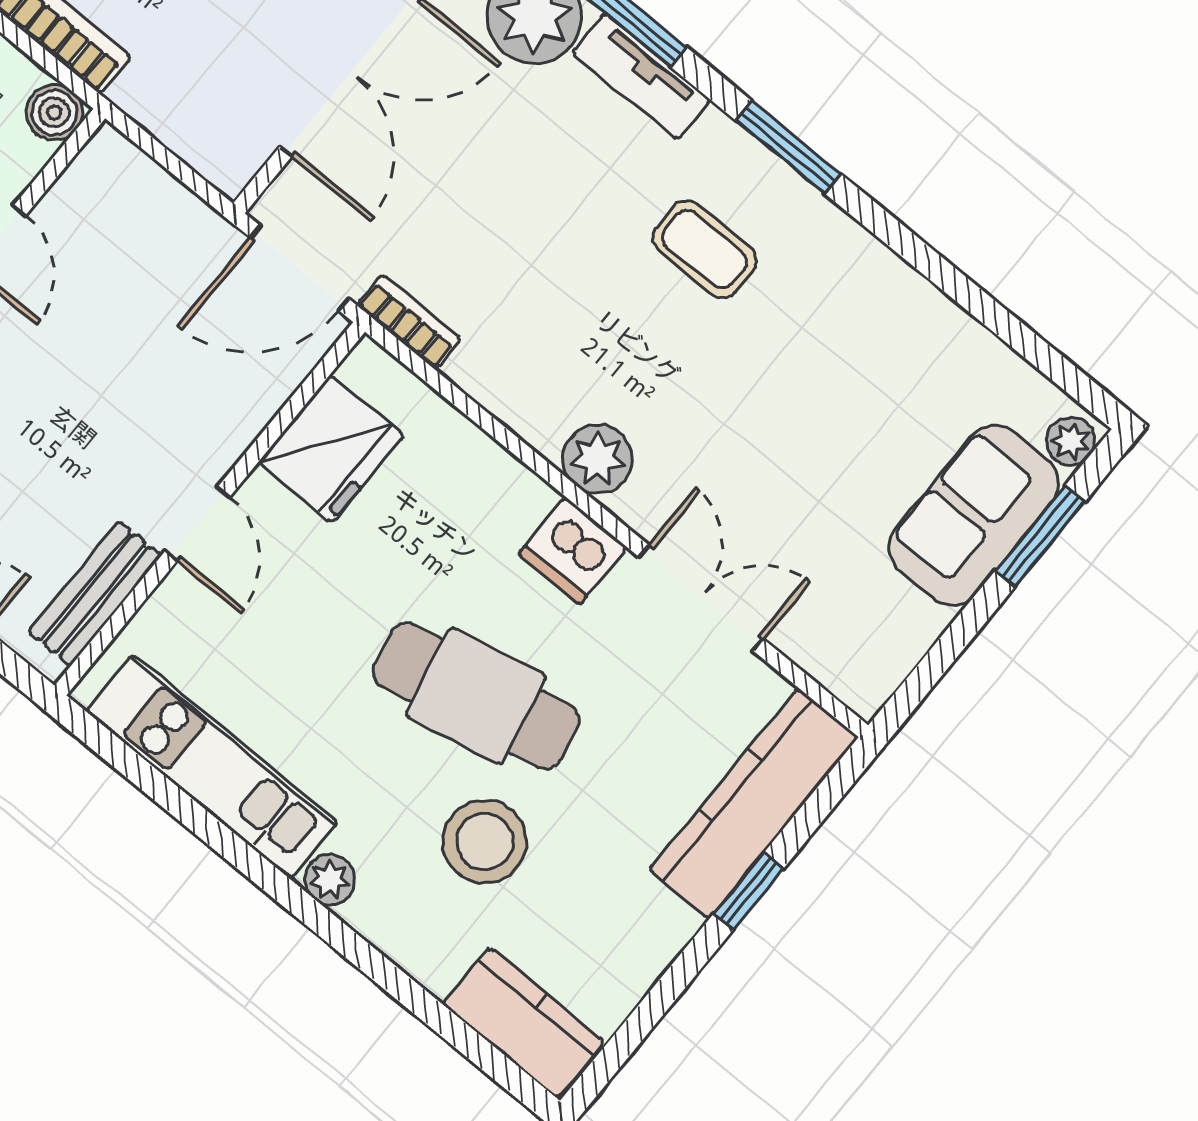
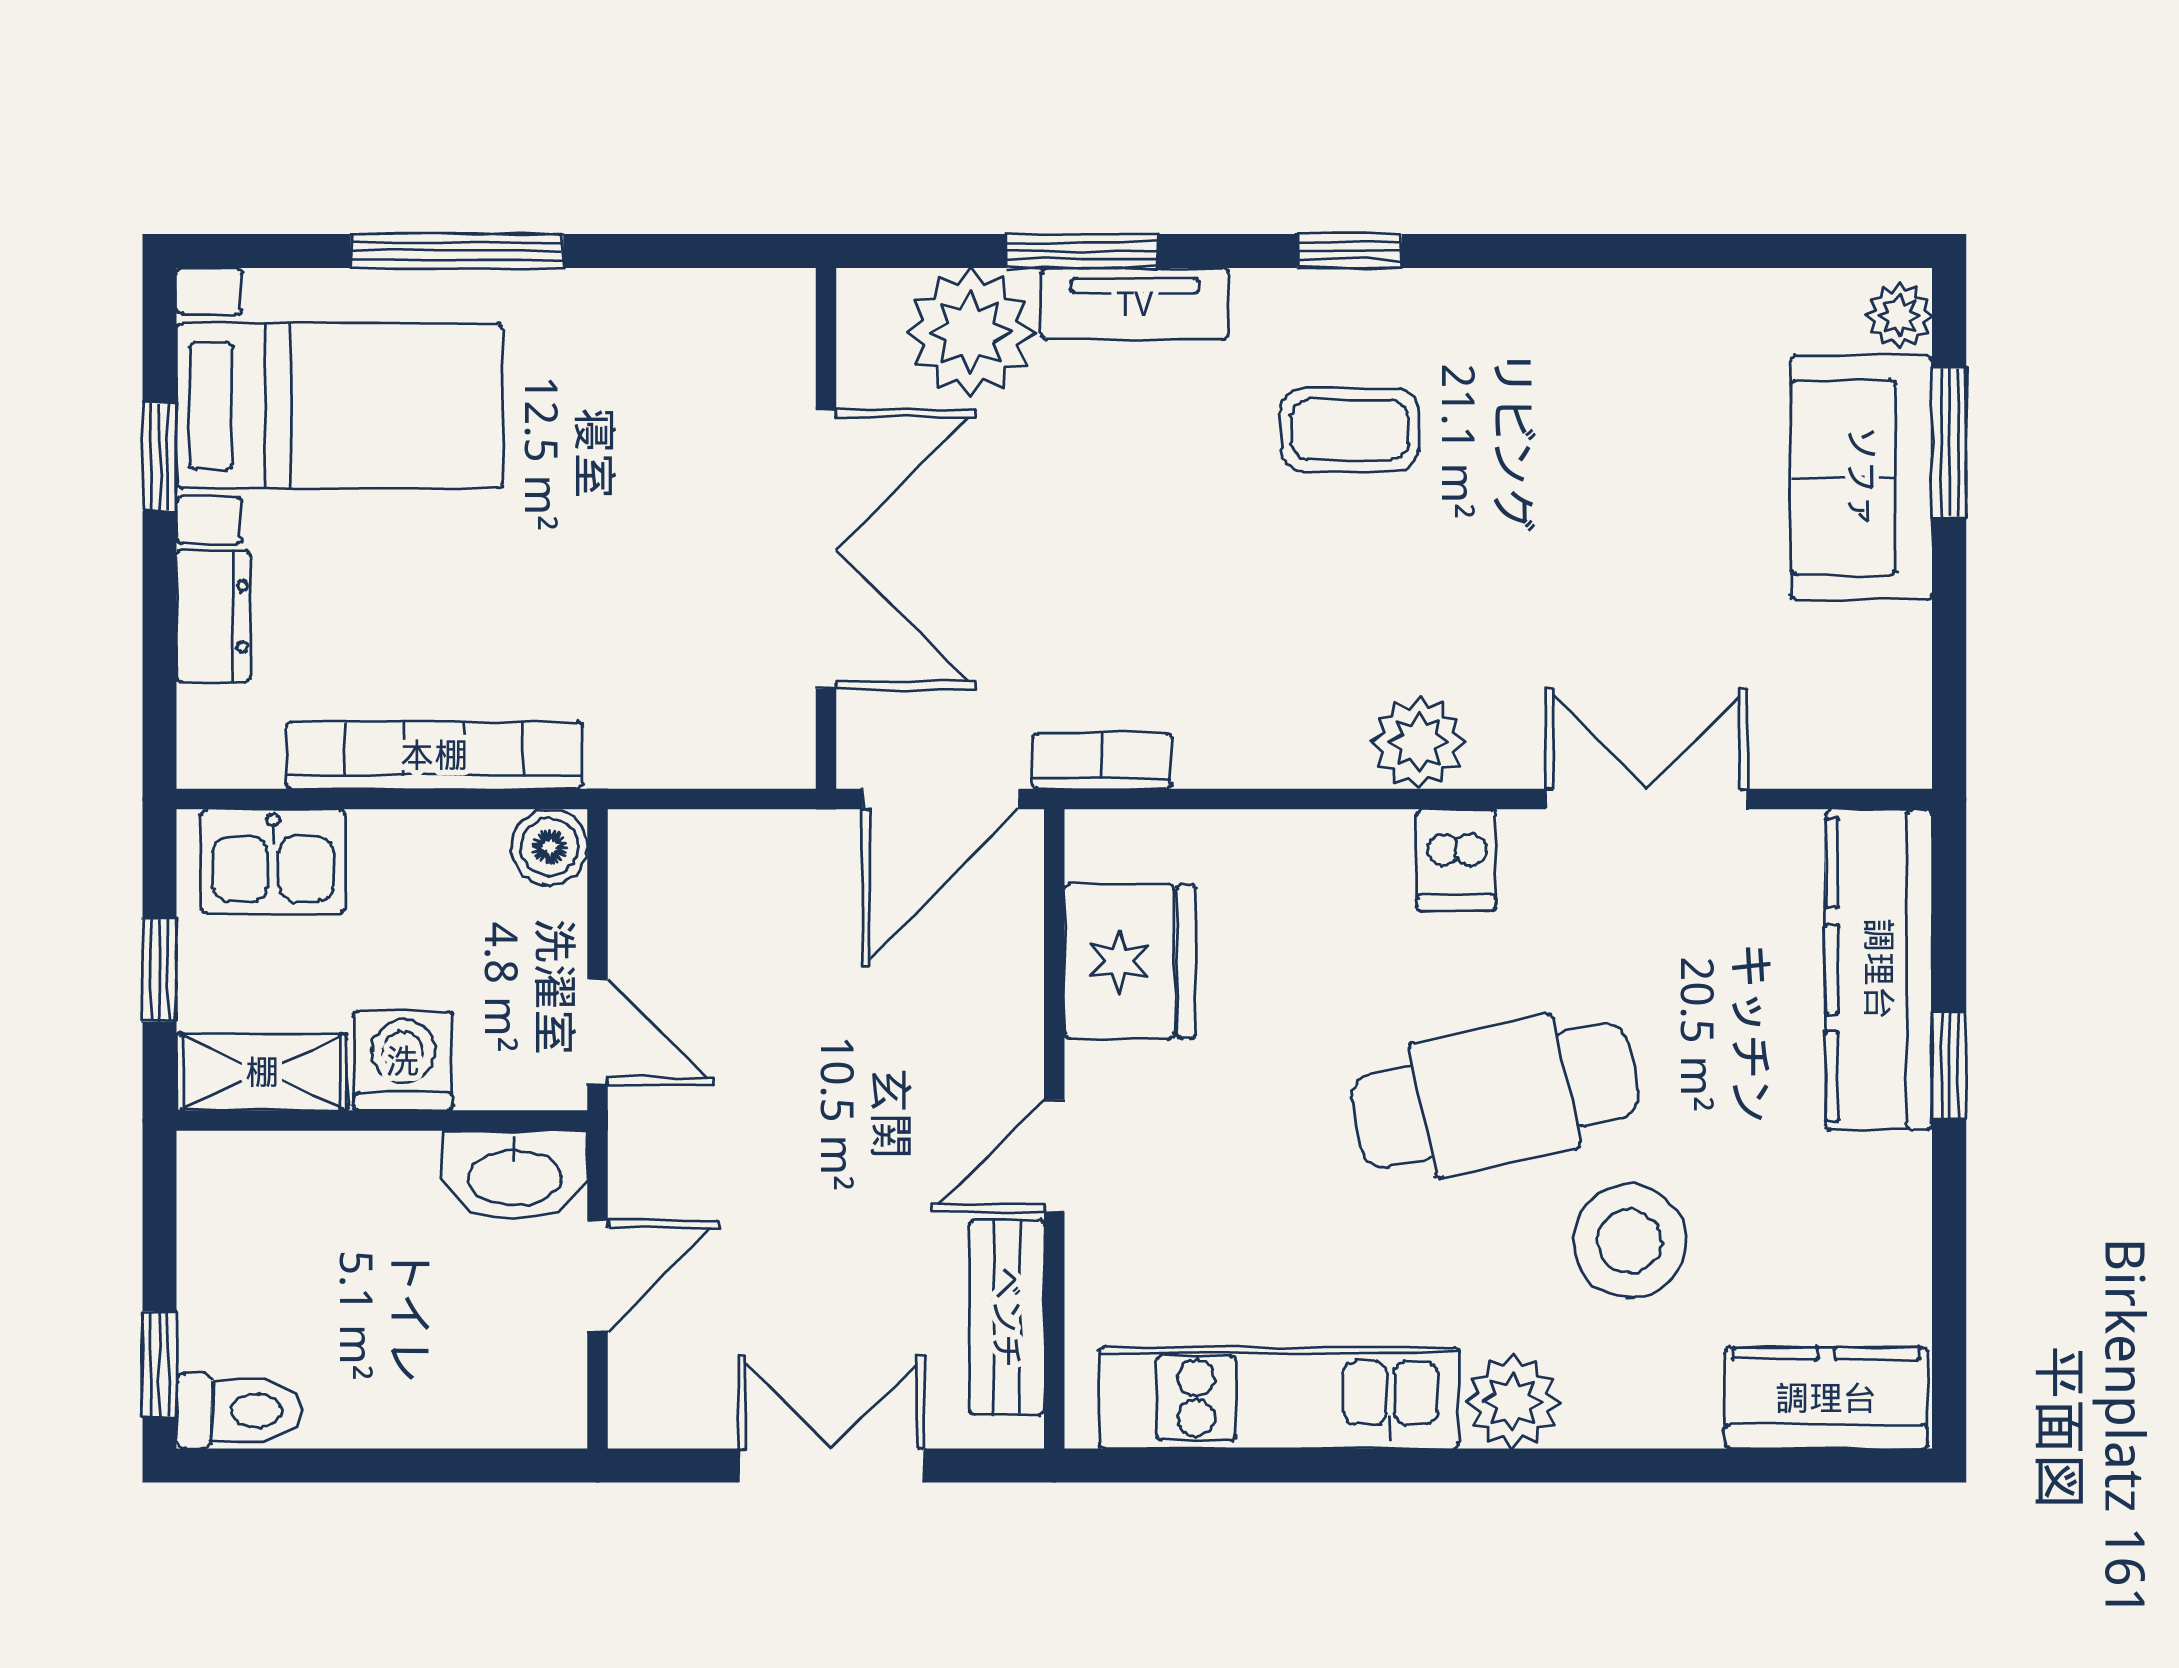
window: (788, 147) -> (1350, 251), width x0.67
door: (197, 524) -> (1054, 1156), swing flipped
dishwasher: (573, 551) -> (1456, 860), width x0.73
plant: (330, 880) -> (1513, 1402), width x1.38, depth x1.38

